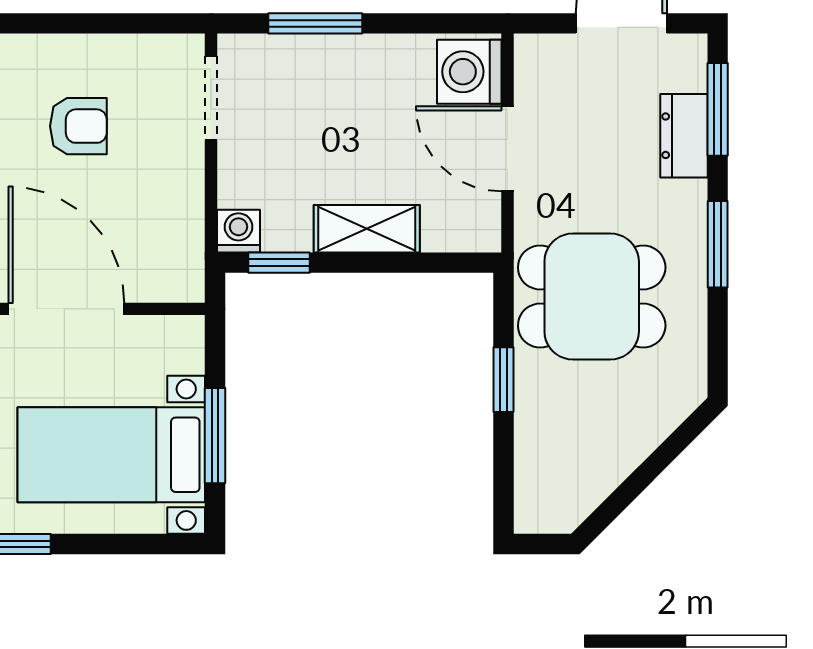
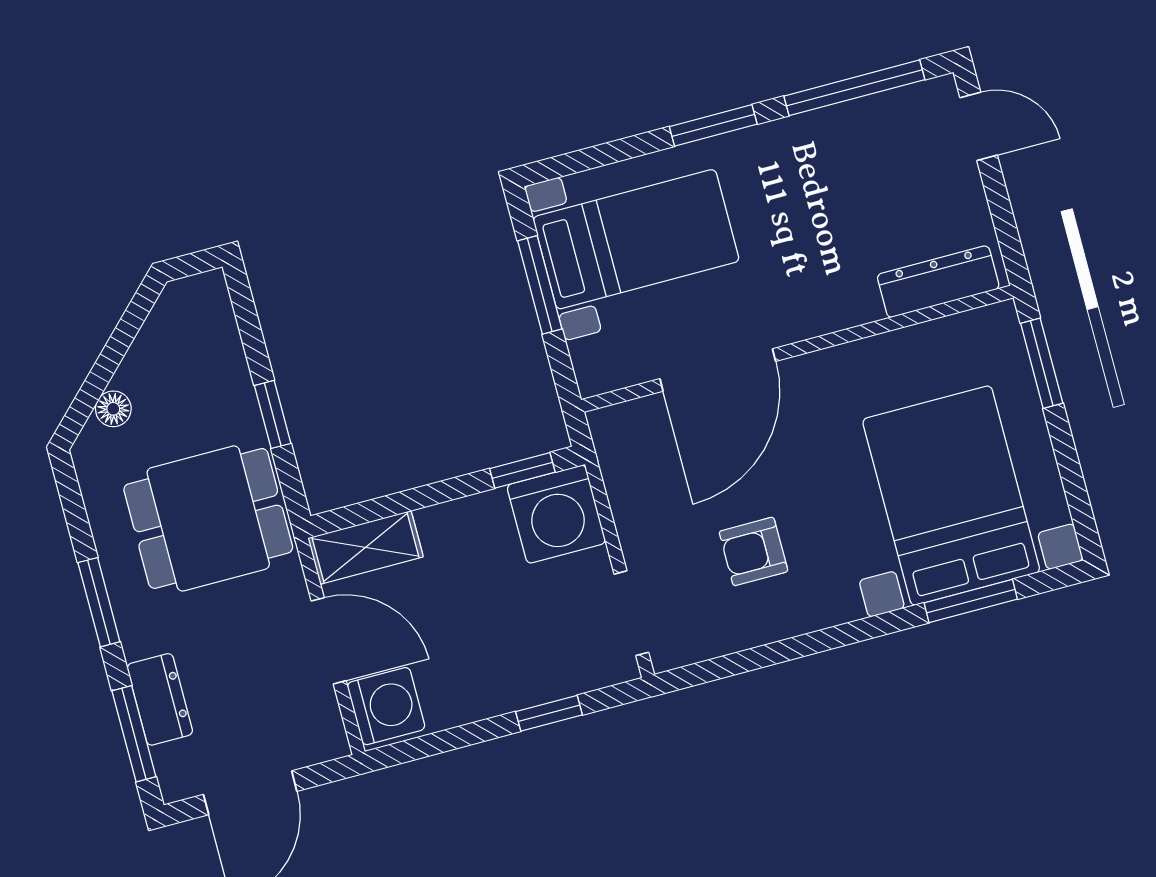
window: (315, 23) -> (549, 713), width x0.67
shelving: (367, 229) -> (366, 547), moved
washing machine: (238, 231) -> (556, 514), width x1.89, depth x1.89
door: (66, 309) -> (718, 370), hinge flipped
floor lamp: (655, 426) -> (113, 409), added

